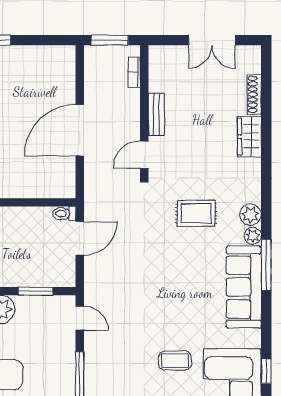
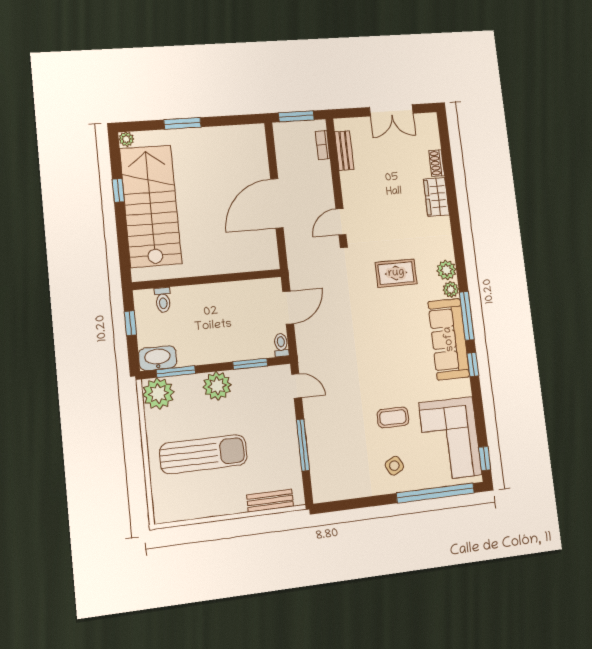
shoe rack: (254, 94) -> (437, 163), width x0.70
bench: (156, 115) -> (344, 151), moved
toilet: (64, 214) -> (281, 345), moved, turned 90
window: (266, 371) -> (473, 365), moved

